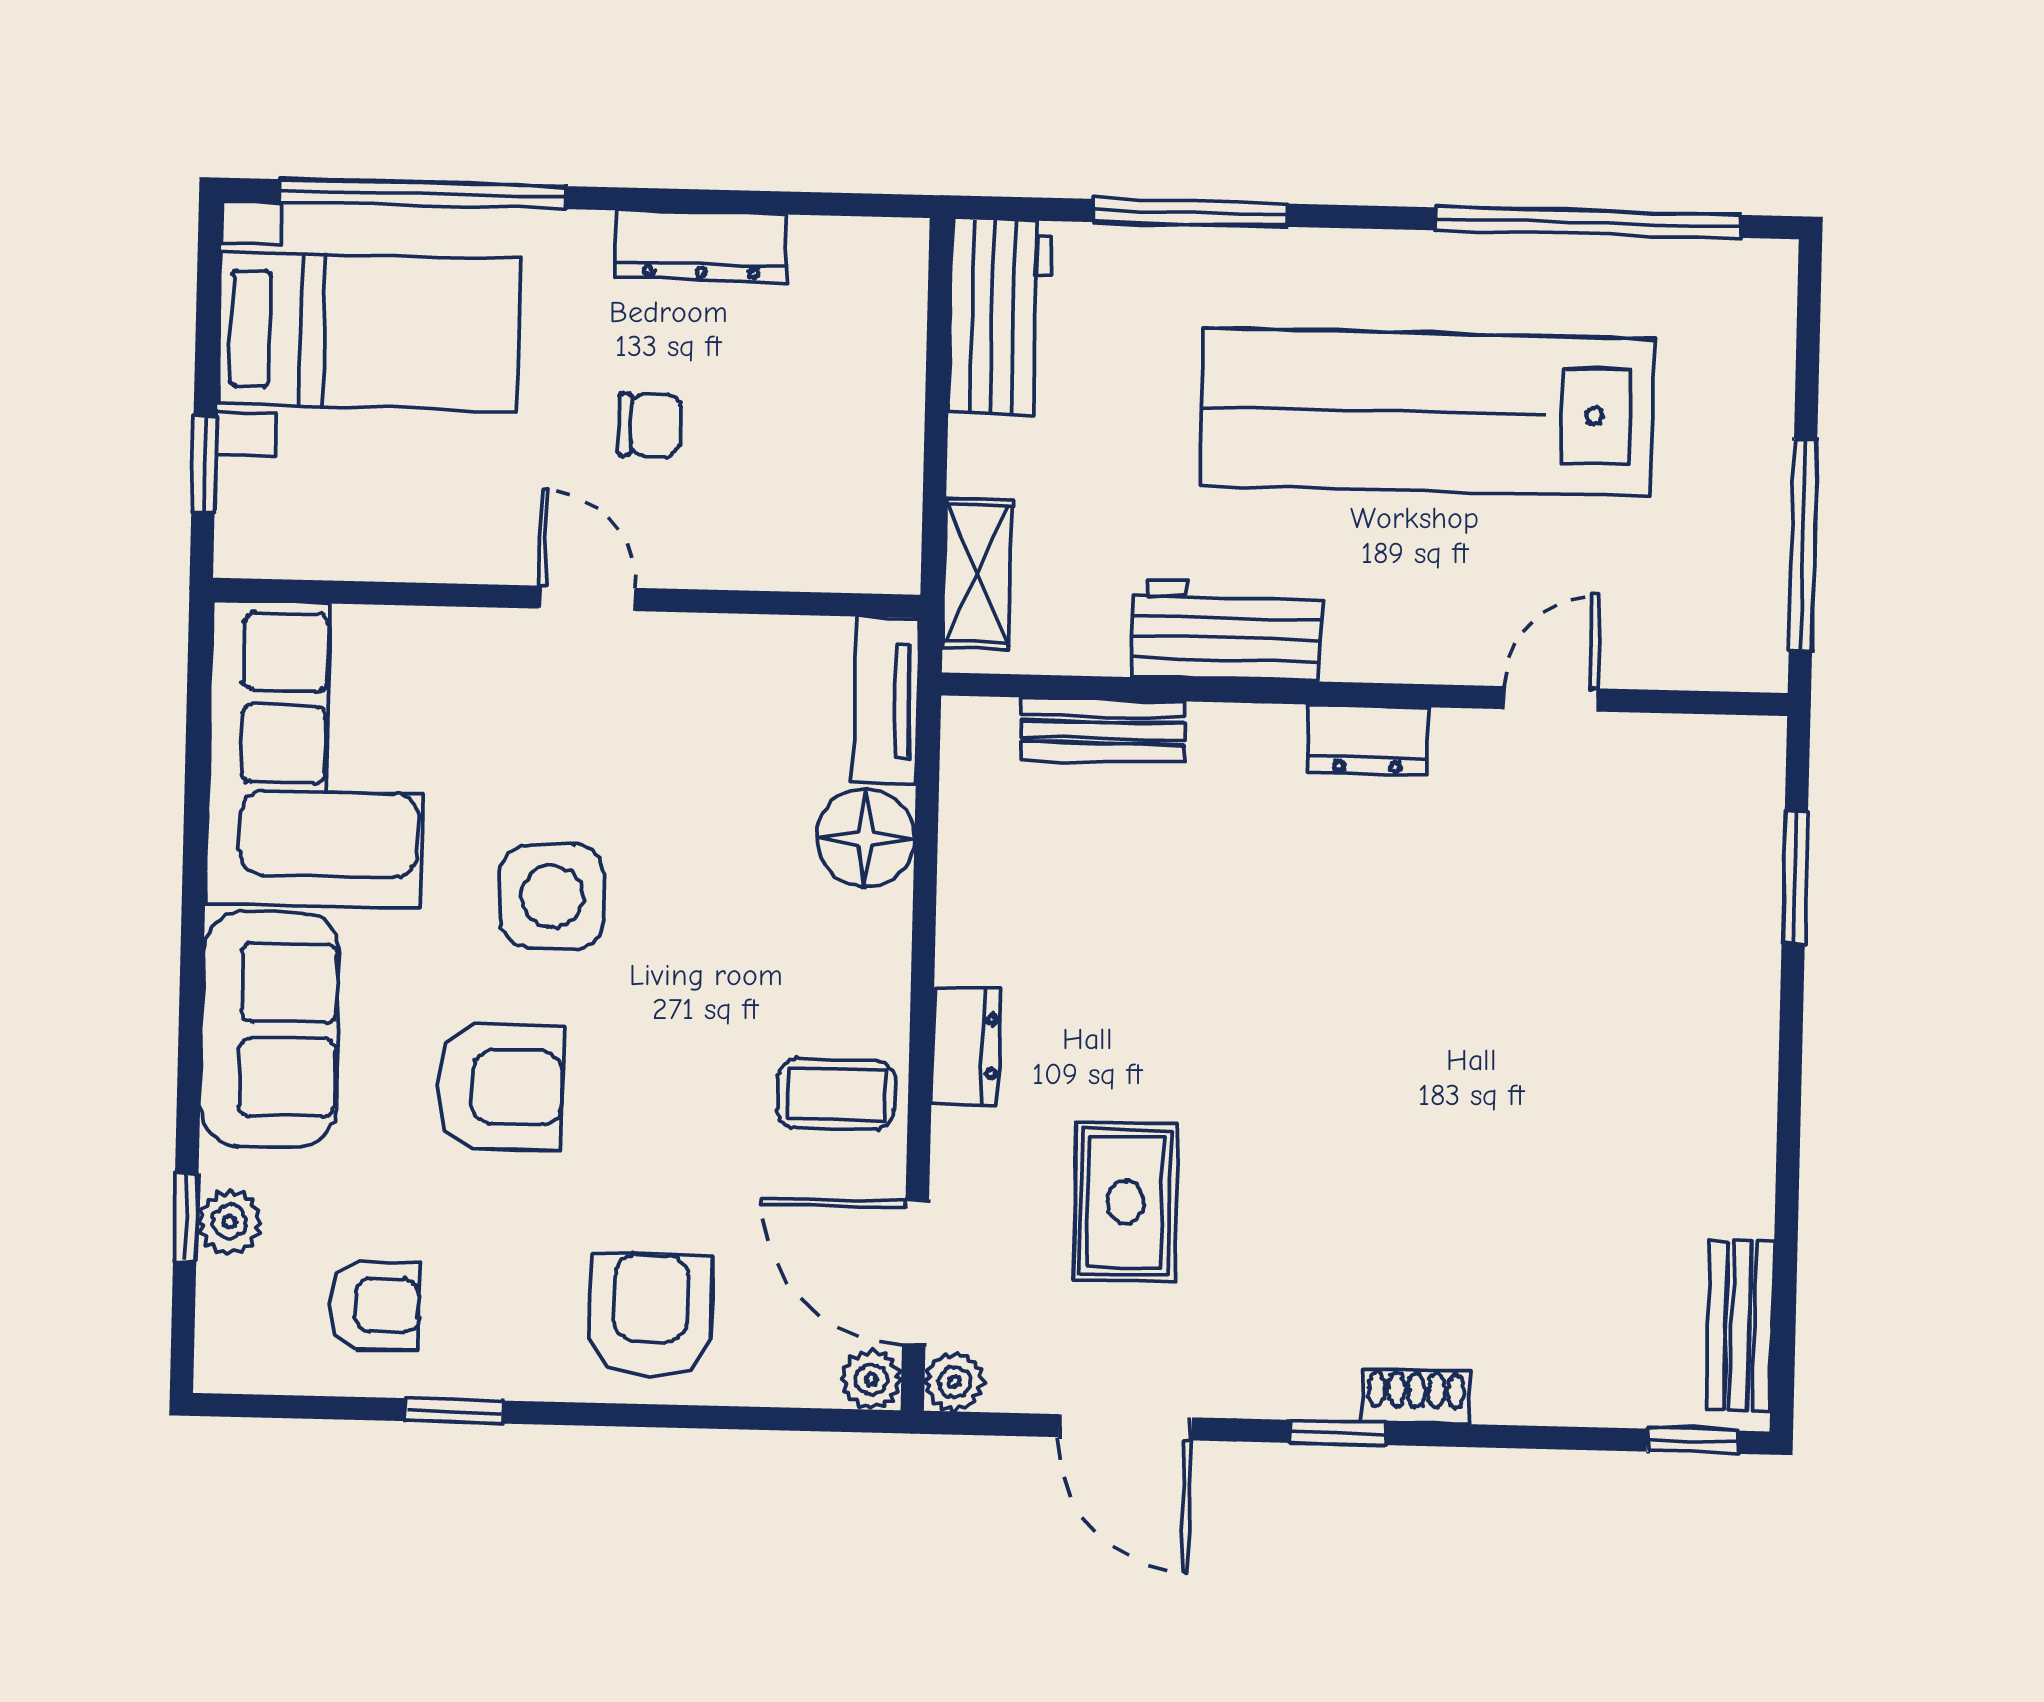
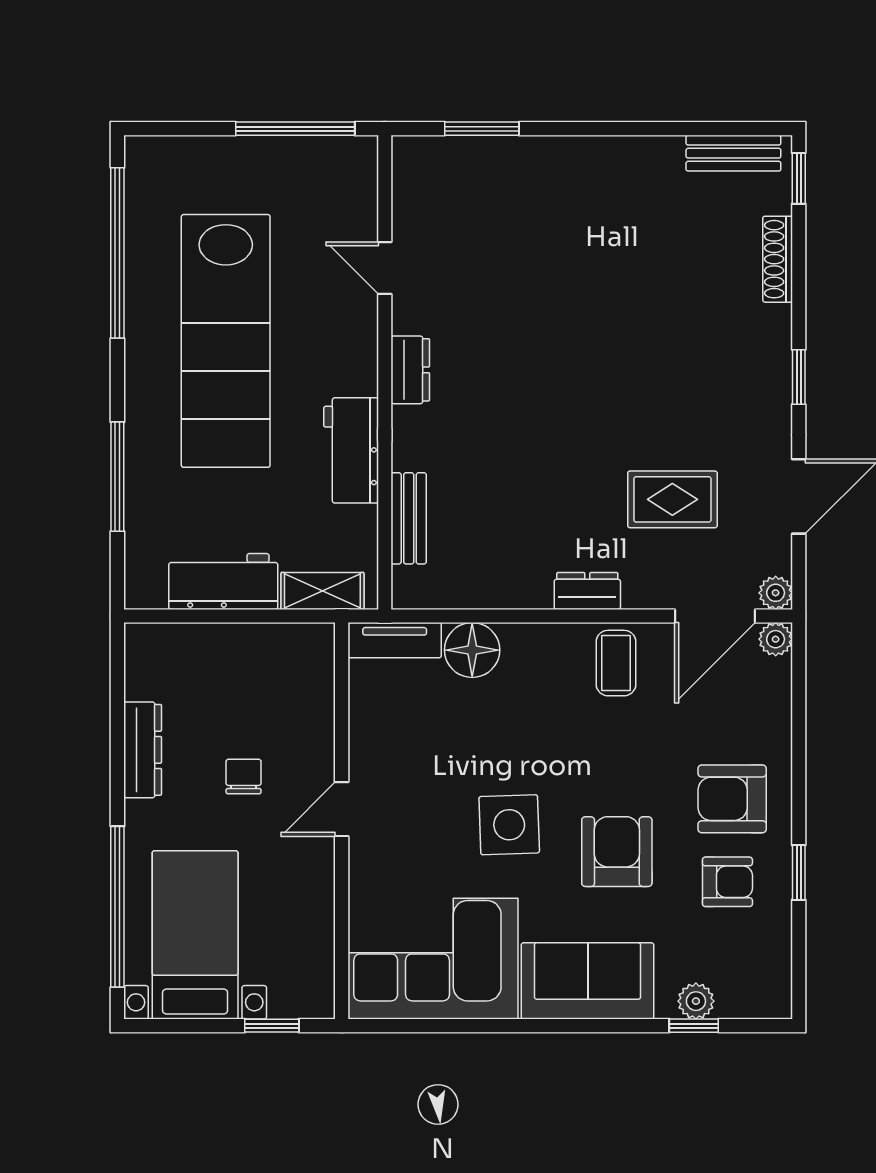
workbench: (1000, 317) -> (223, 581), moved
armchair: (375, 1305) -> (727, 882), moved, turned 90
armchair: (650, 1315) -> (732, 799), moved
shoe rack: (1416, 1397) -> (778, 259), moved, width x1.43

